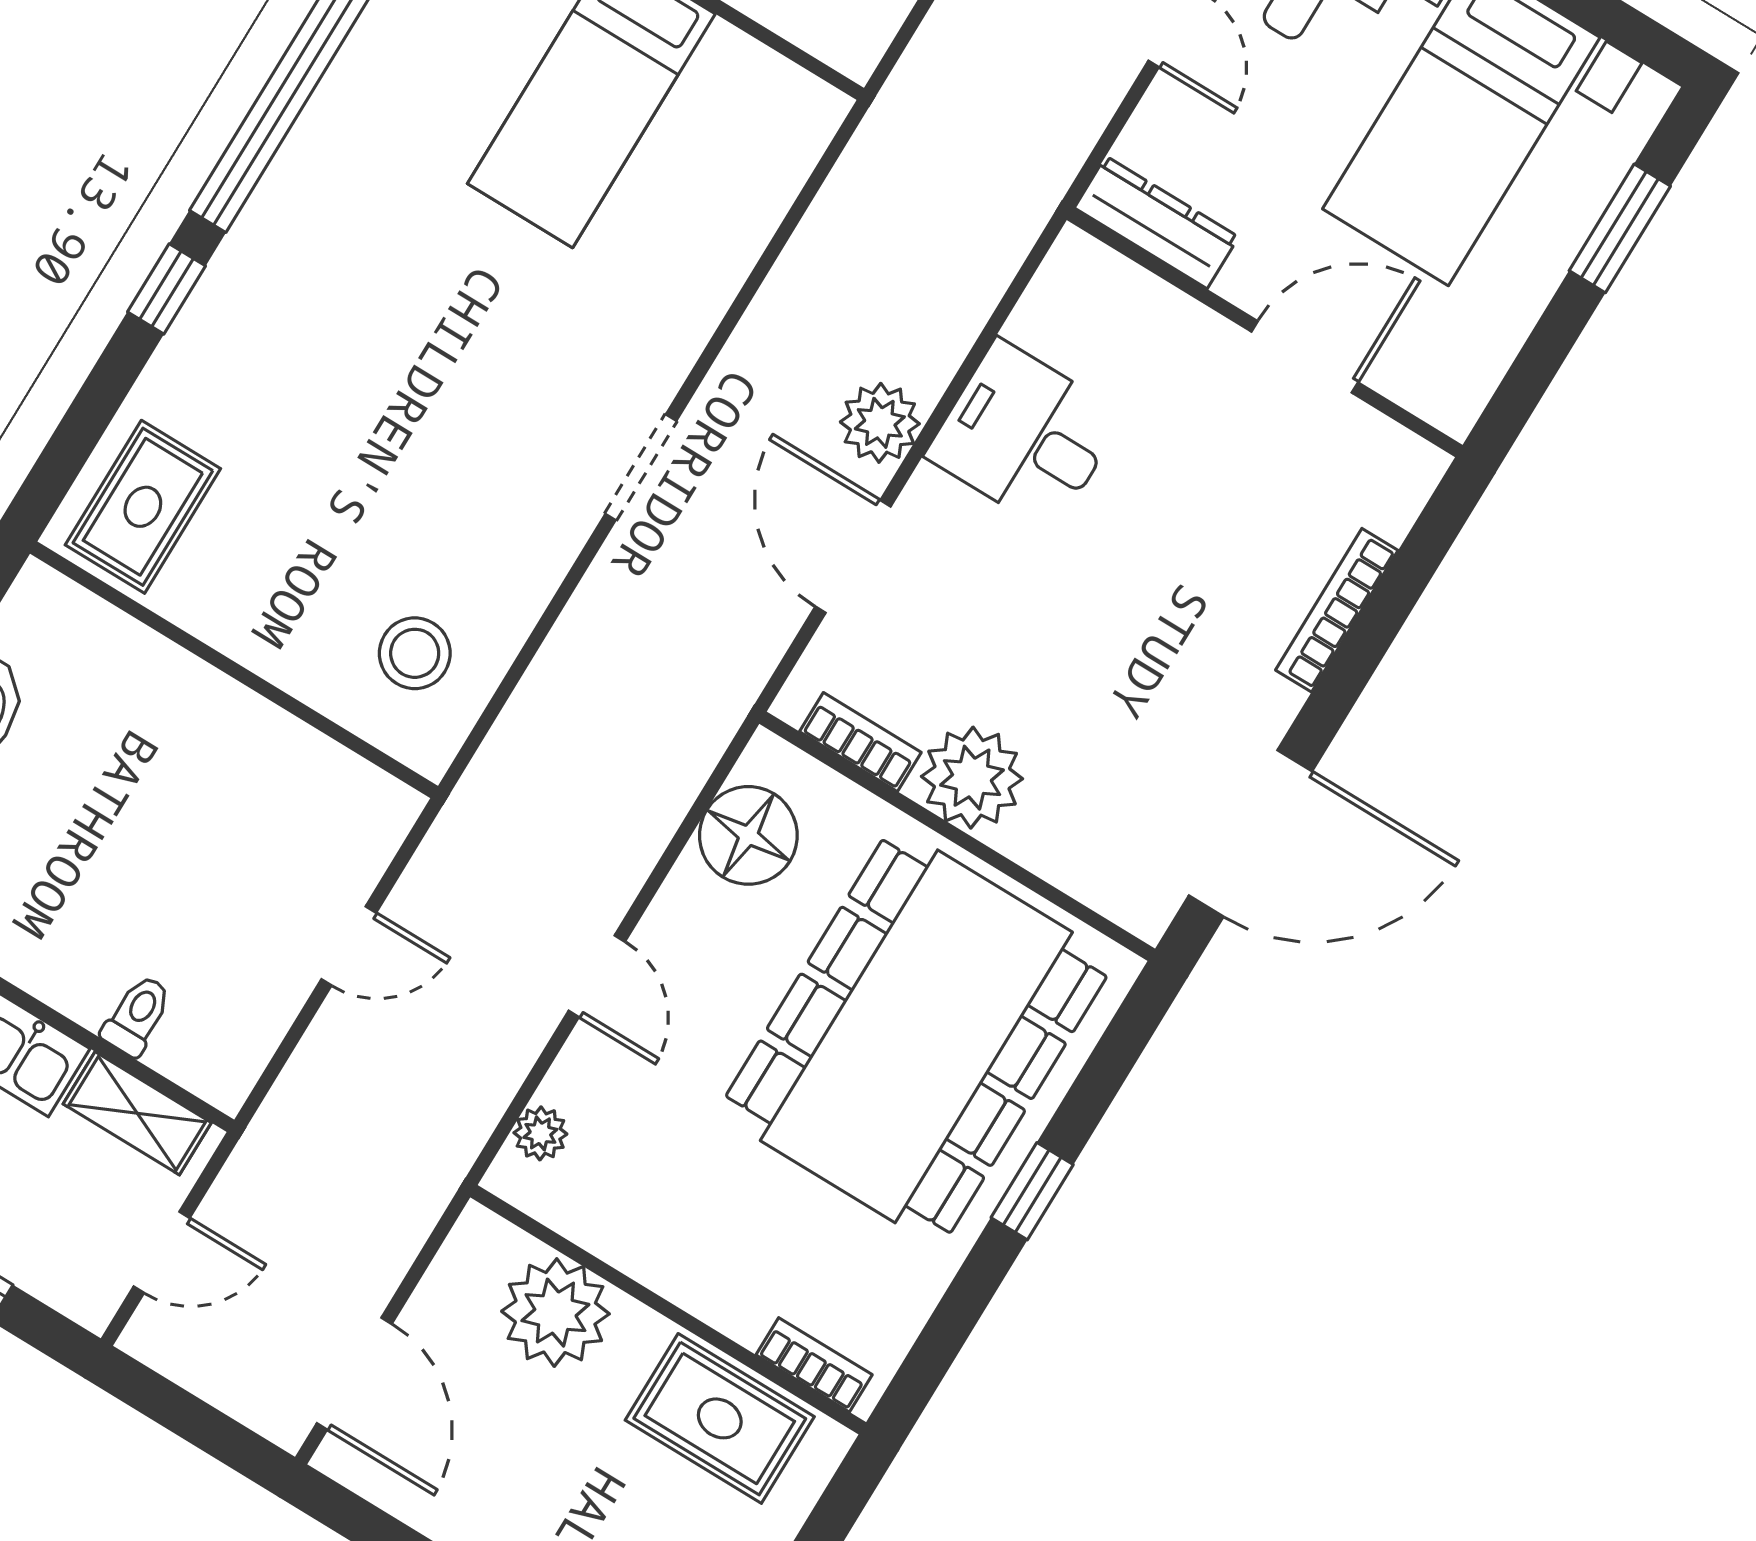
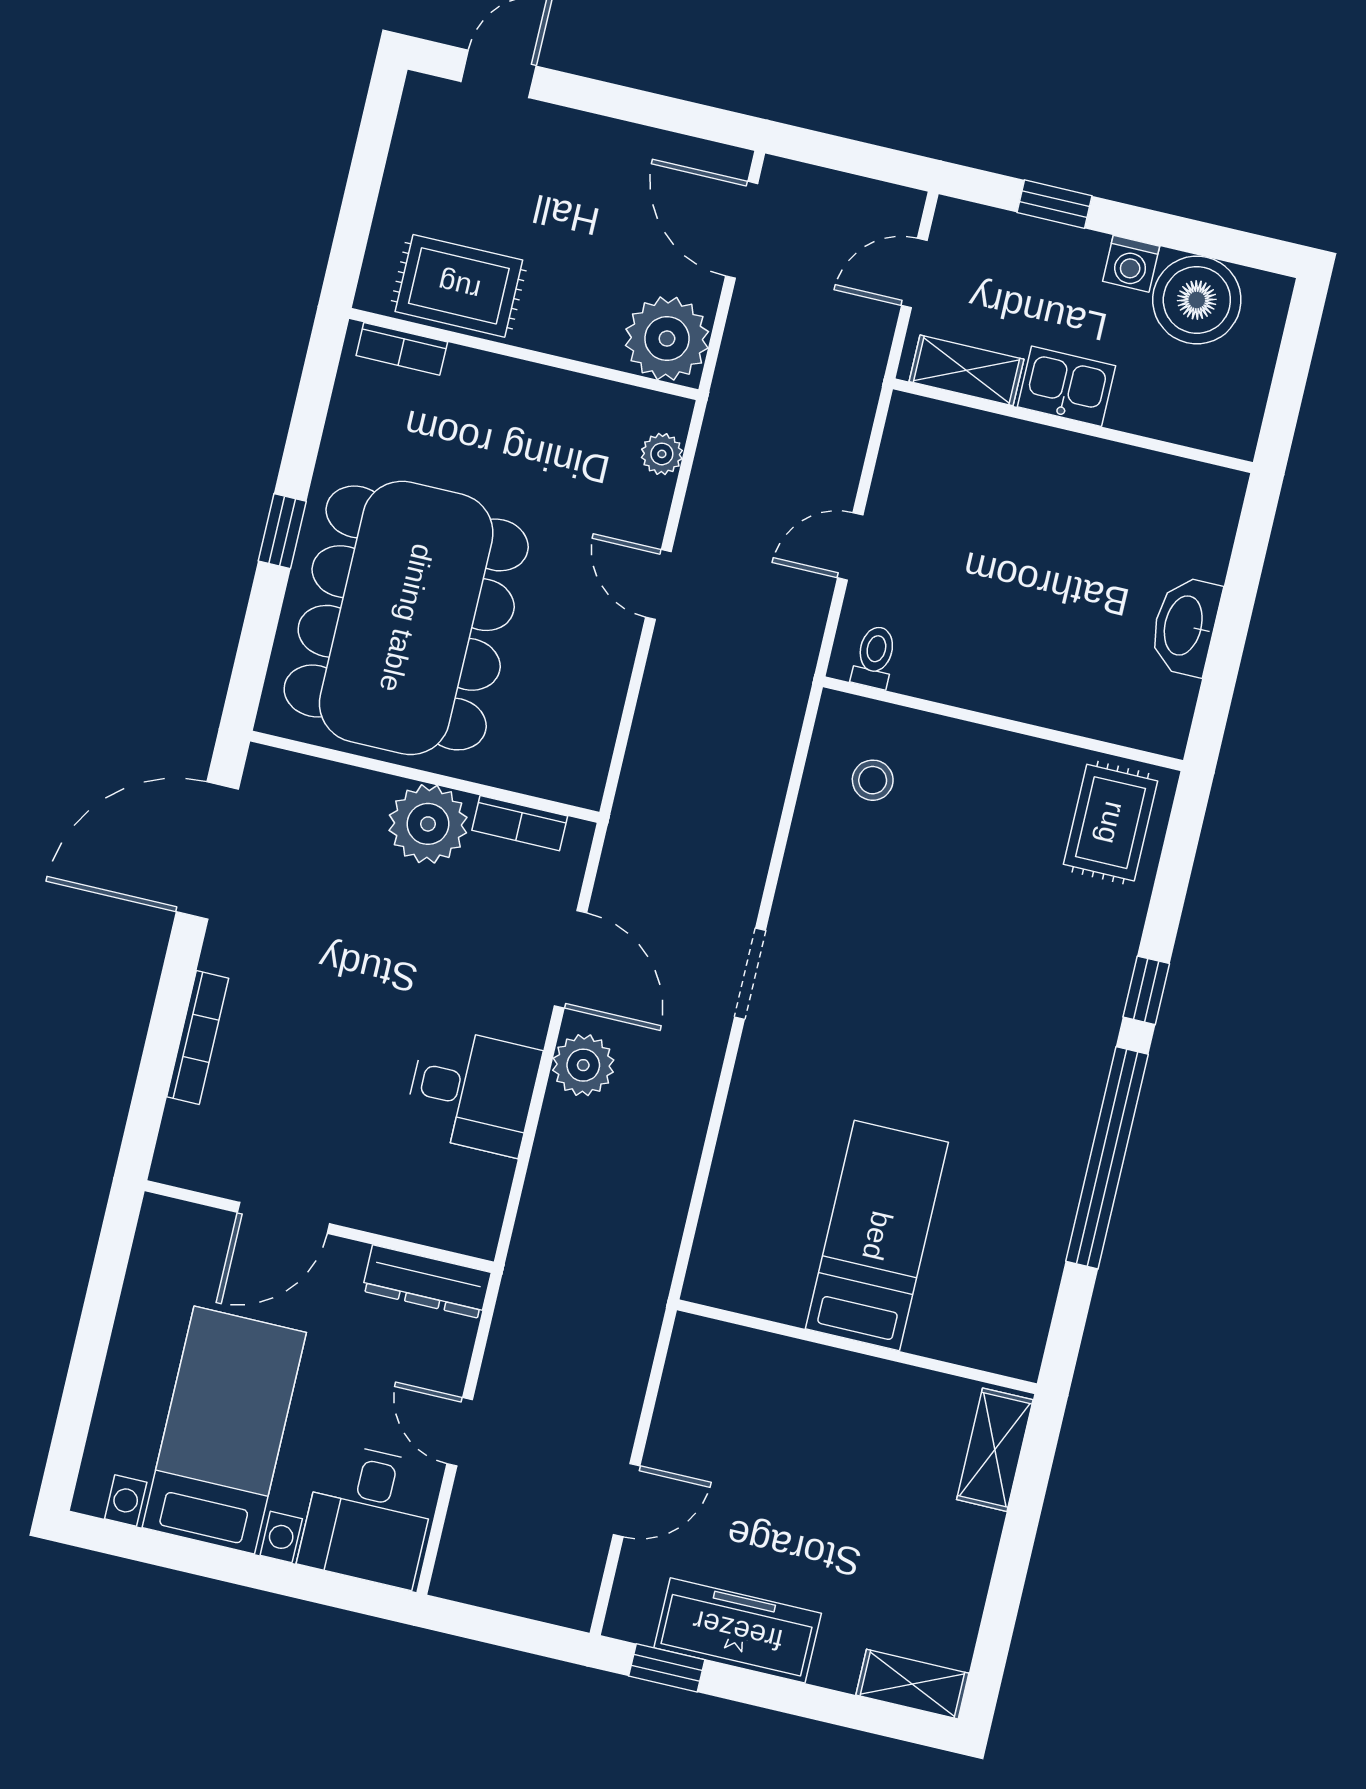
window: (1620, 228) -> (81, 1391), removed
stool: (415, 653) -> (873, 780), width x0.73, depth x0.73
floor lamp: (748, 835) -> (580, 726), removed
toilet: (137, 1016) -> (875, 657), moved, turned 180
plant: (555, 1313) -> (667, 339), moved

